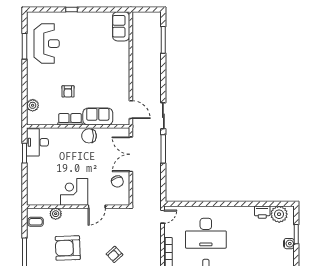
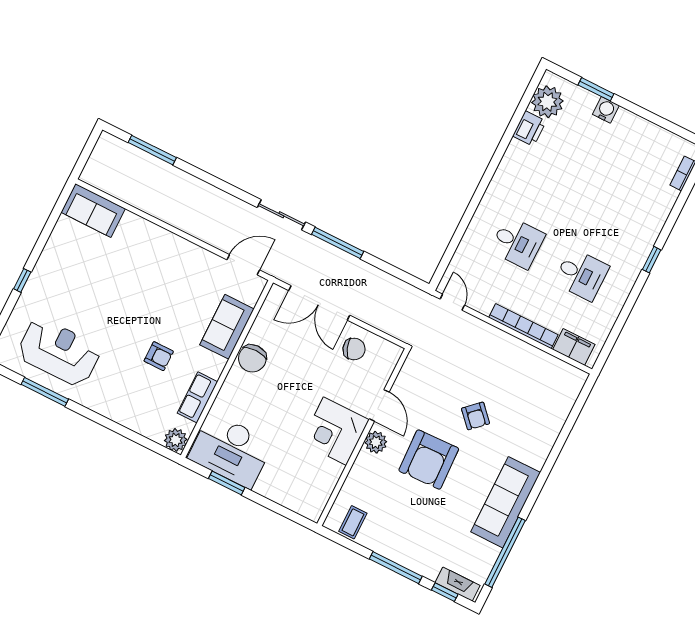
plant: (33, 105) -> (176, 440), moved
row of seats: (70, 119) -> (197, 397), moved
desk: (37, 142) -> (231, 450), width x1.36, depth x1.30
plant: (56, 214) -> (376, 442), moved
desk: (206, 233) -> (517, 242), width x0.53, depth x0.77
armchair: (68, 248) -> (429, 460), moved

